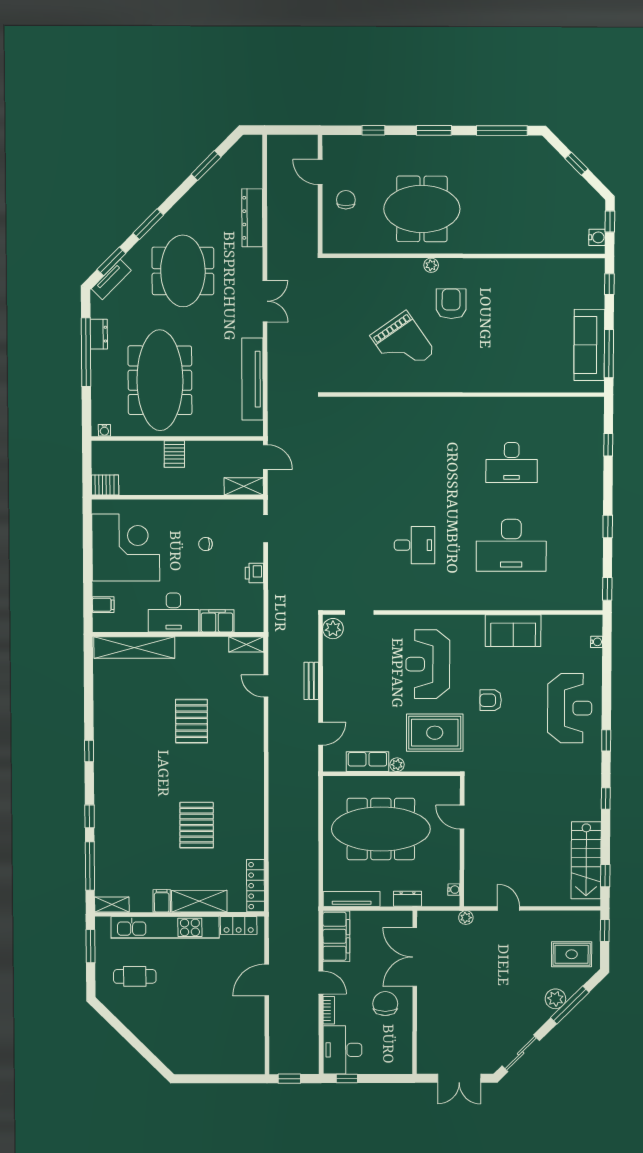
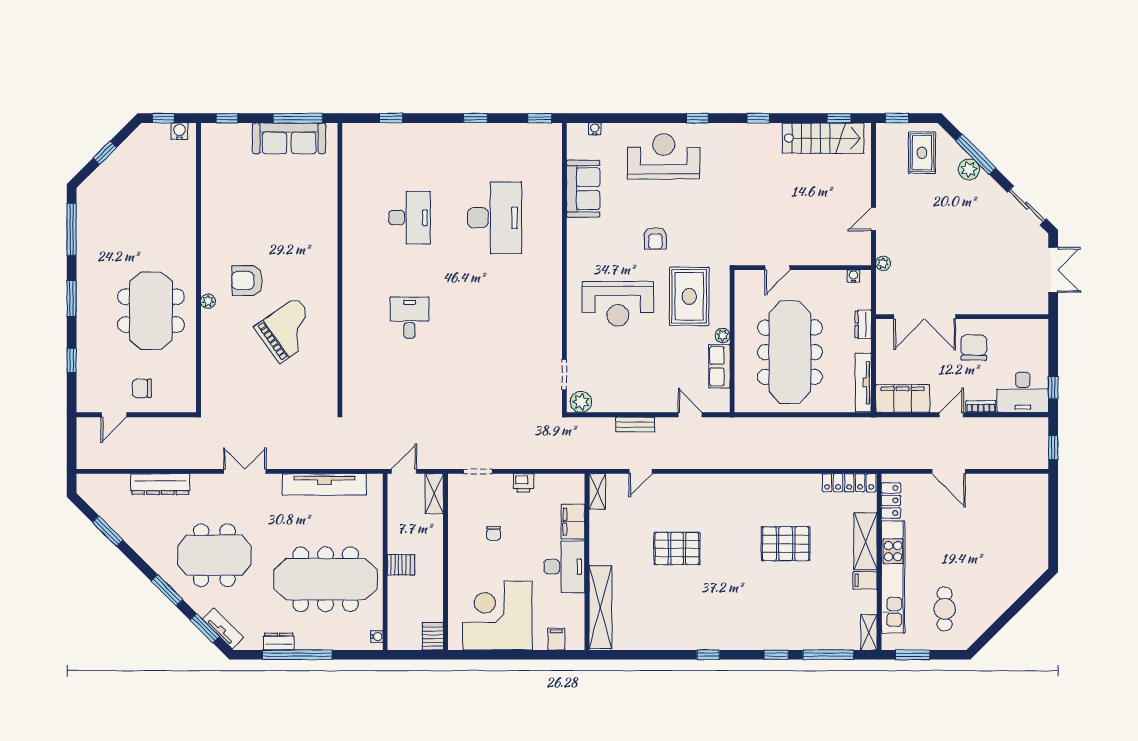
desk: (415, 545) -> (410, 318), moved
sofa: (513, 631) -> (583, 189), moved
chair: (385, 1004) -> (974, 347), turned 90

